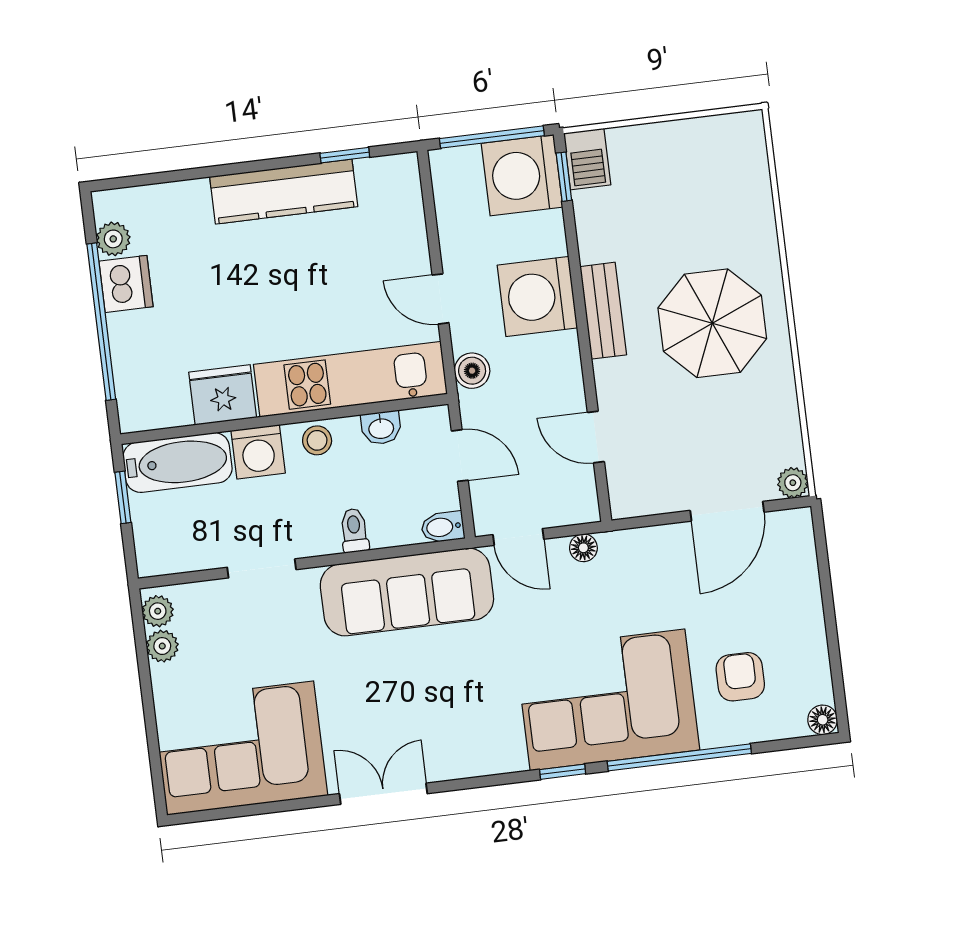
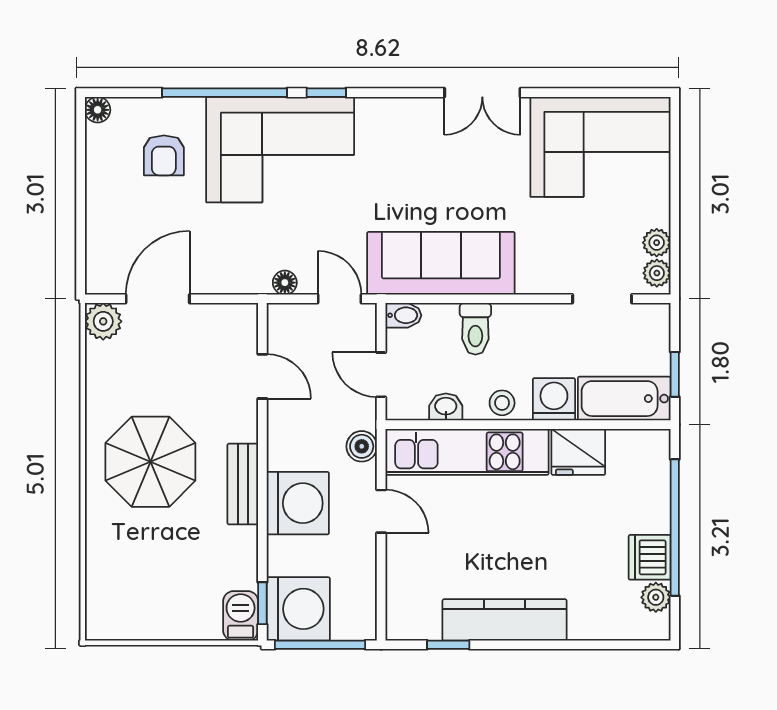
plant: (793, 483) -> (103, 321), width x1.38, depth x1.38
toilet: (354, 530) -> (475, 329), width x1.37, depth x1.39
doorway: (262, 568) -> (602, 299), moved

